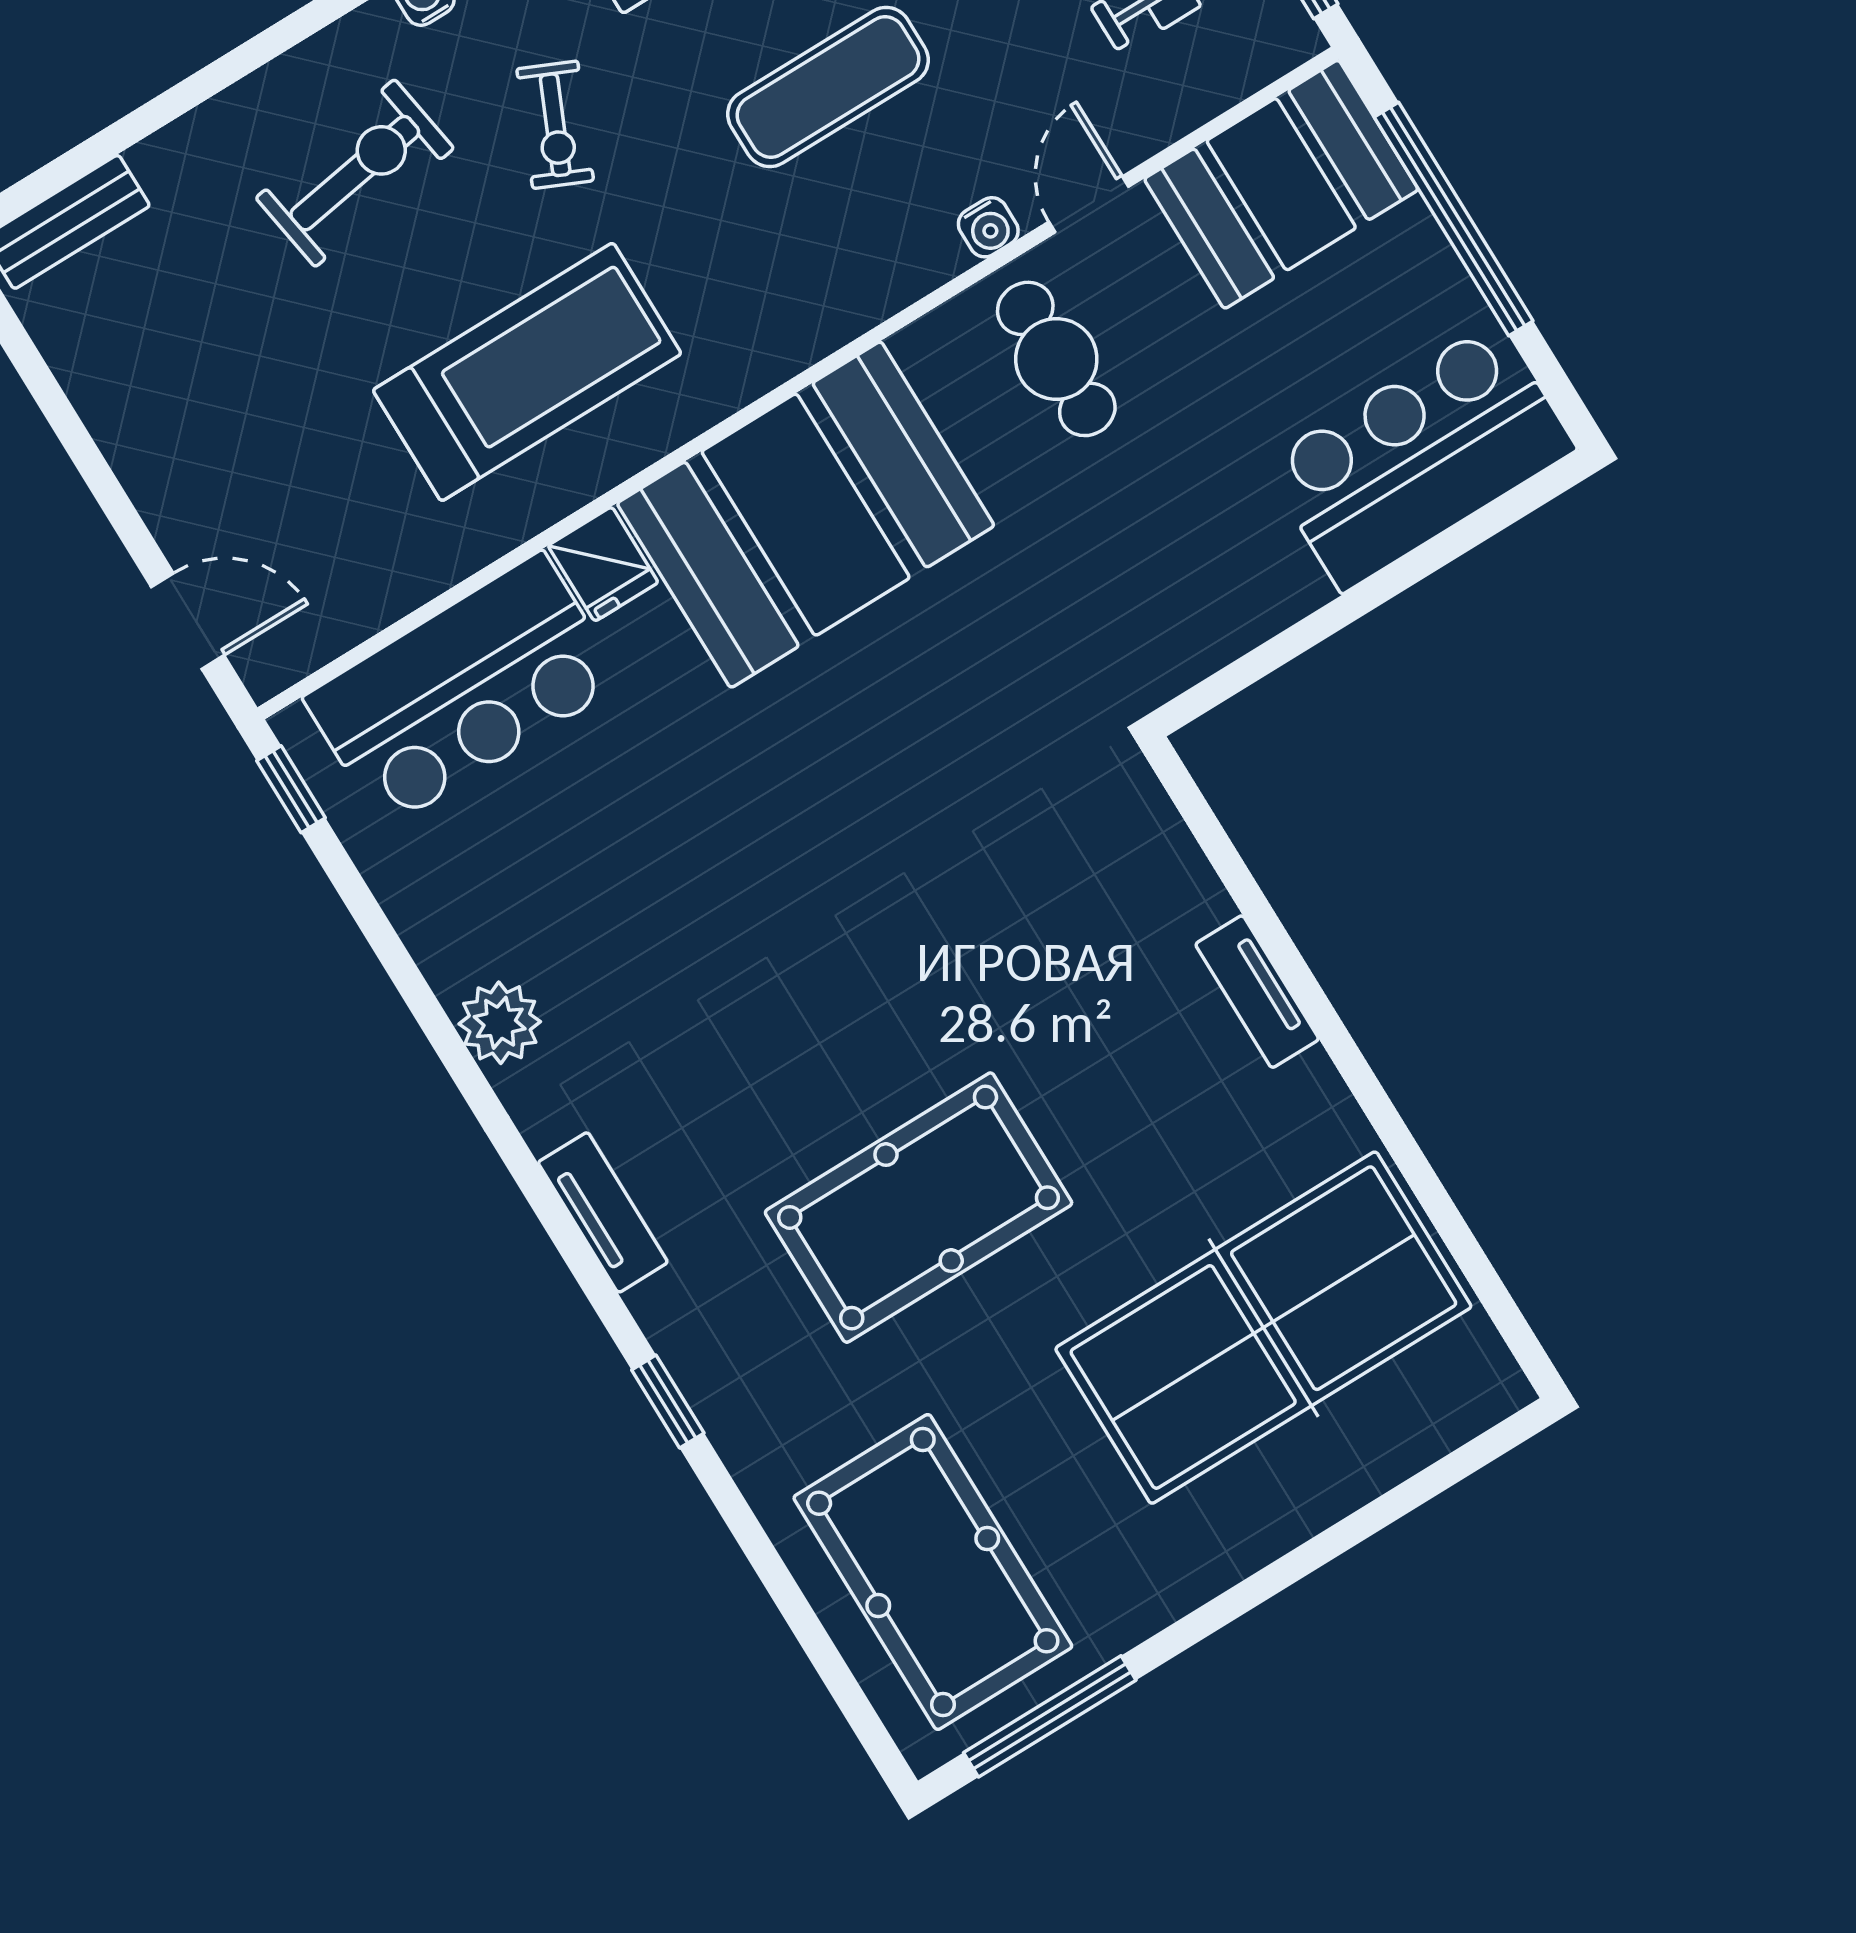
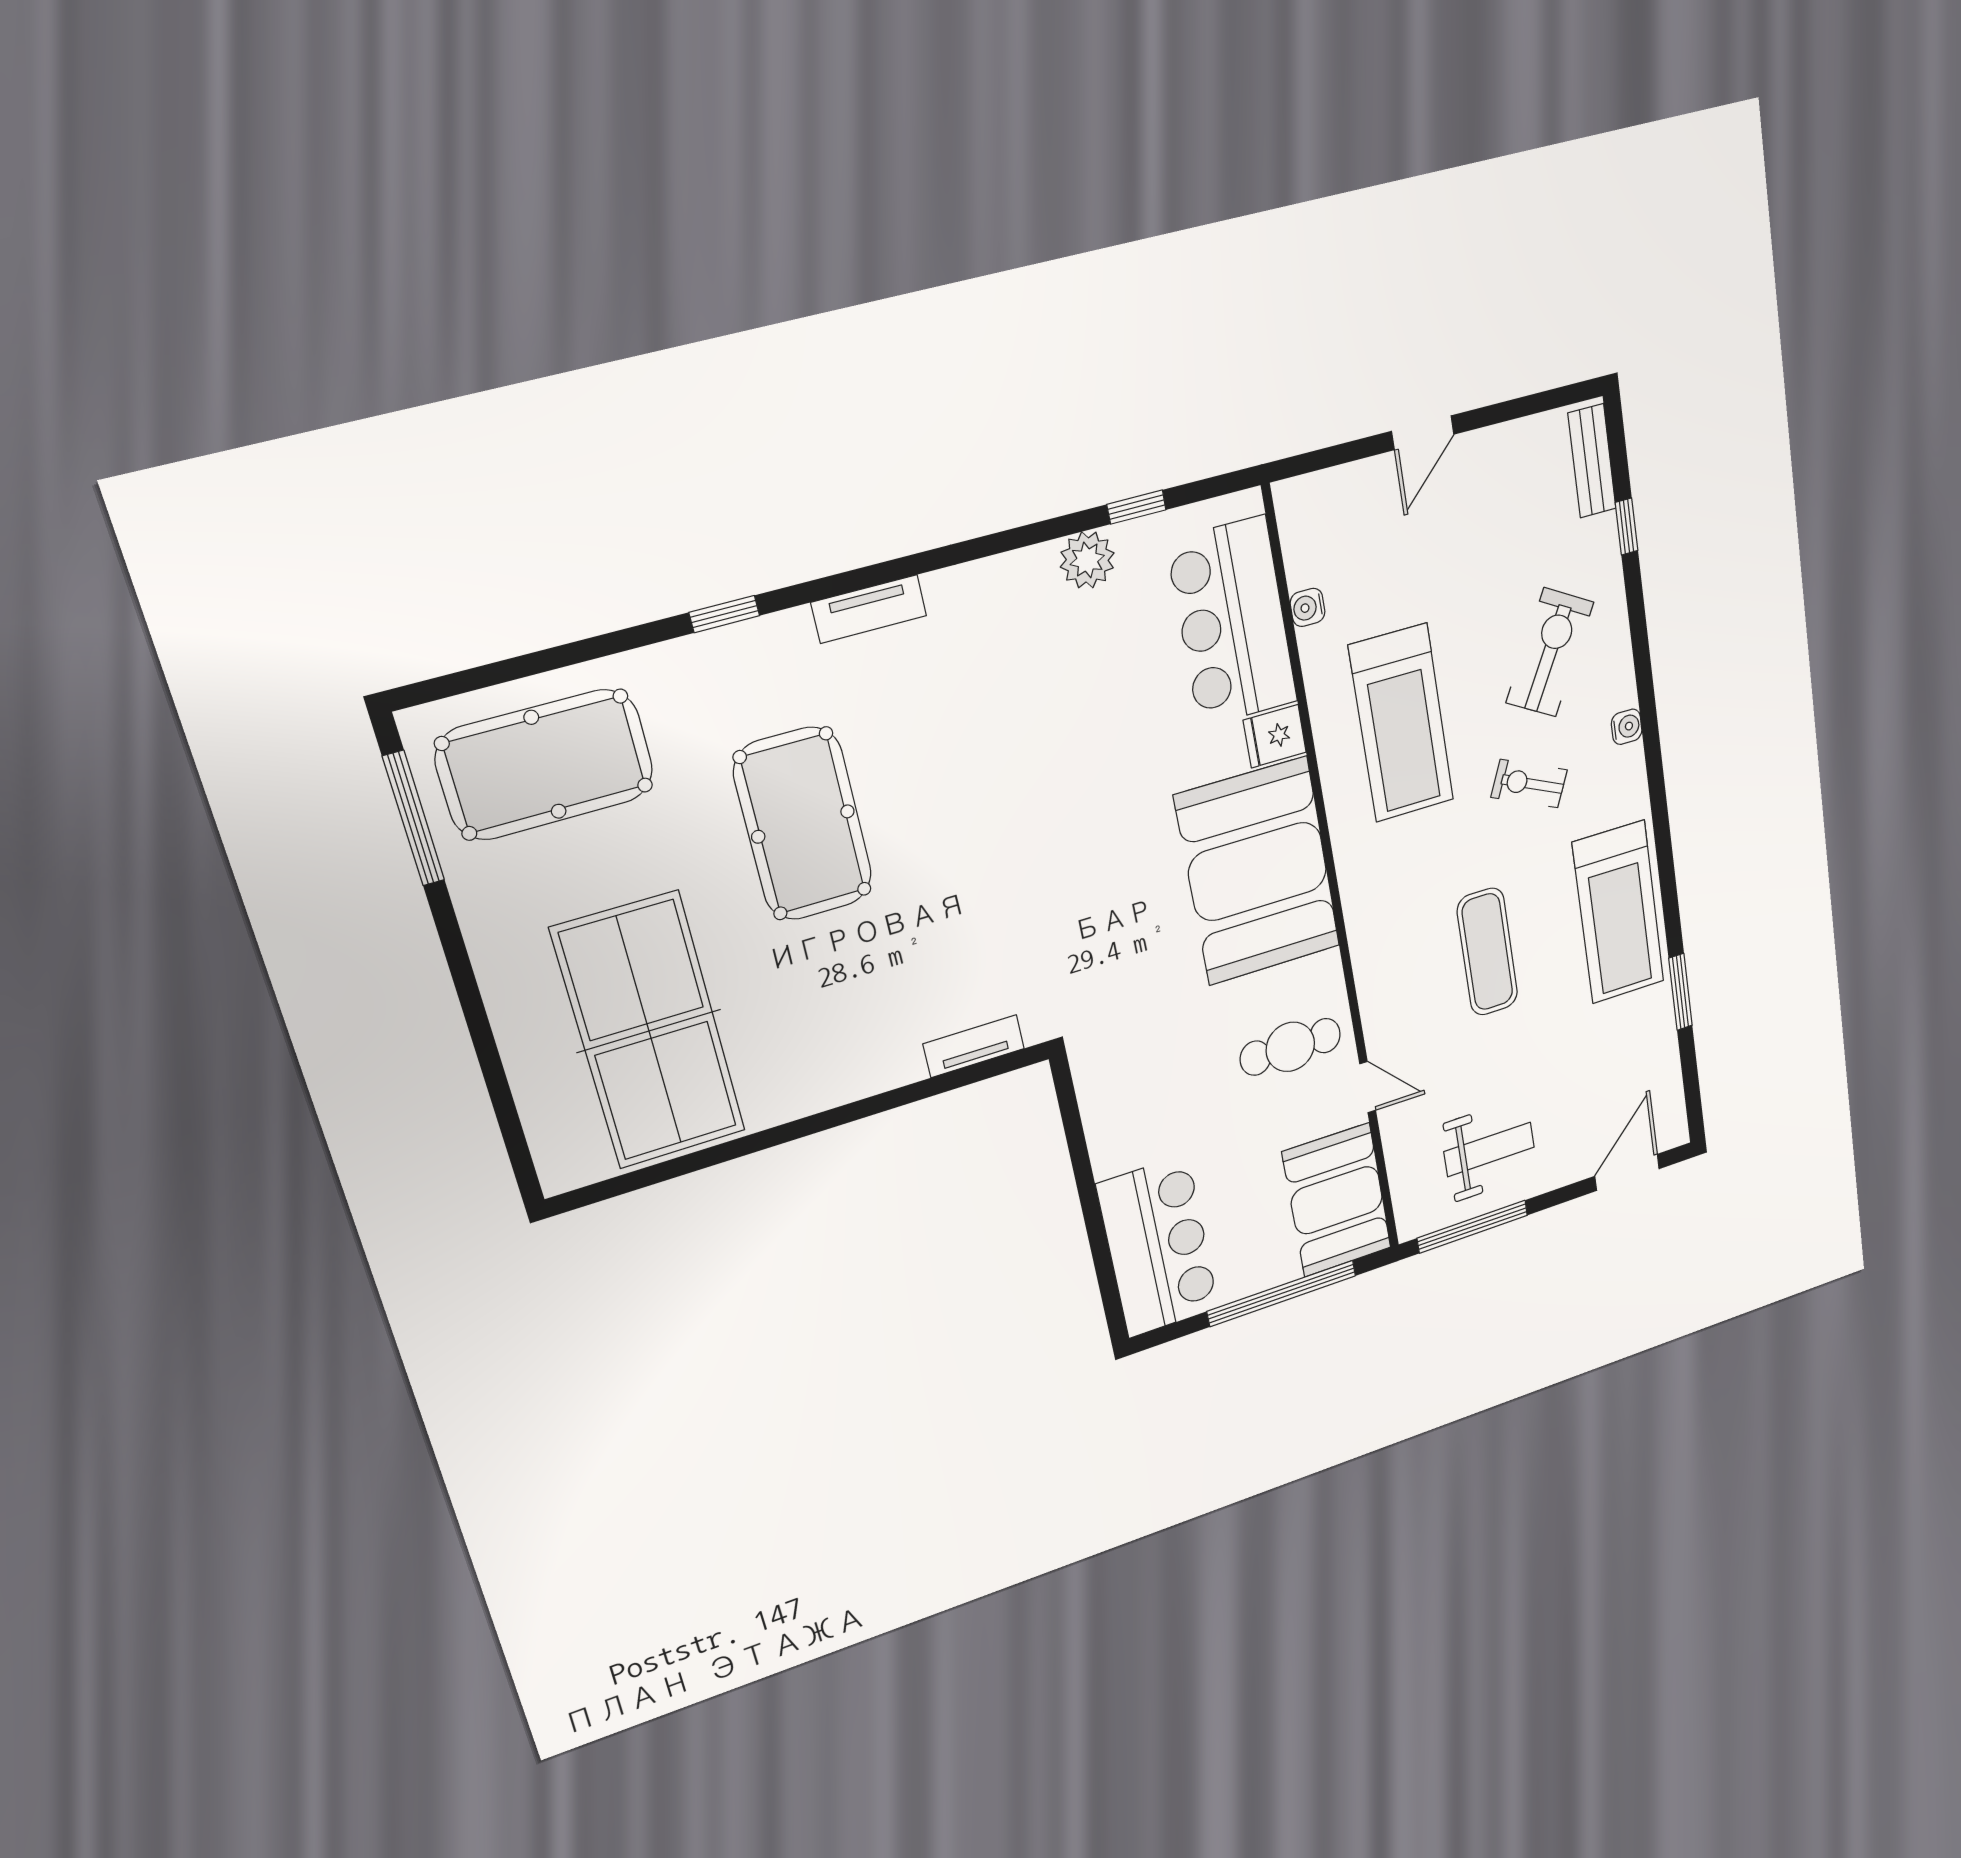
window: (138, 125) -> (1627, 527), added
exercise bike: (355, 173) -> (1550, 652), turned -142
water cooler: (988, 227) -> (1308, 607), moved
door: (188, 621) -> (1423, 433), moved
window: (291, 789) -> (1136, 507), moved
tv unit: (1257, 992) -> (974, 1046), moved
plant: (500, 1023) -> (1087, 560), moved

